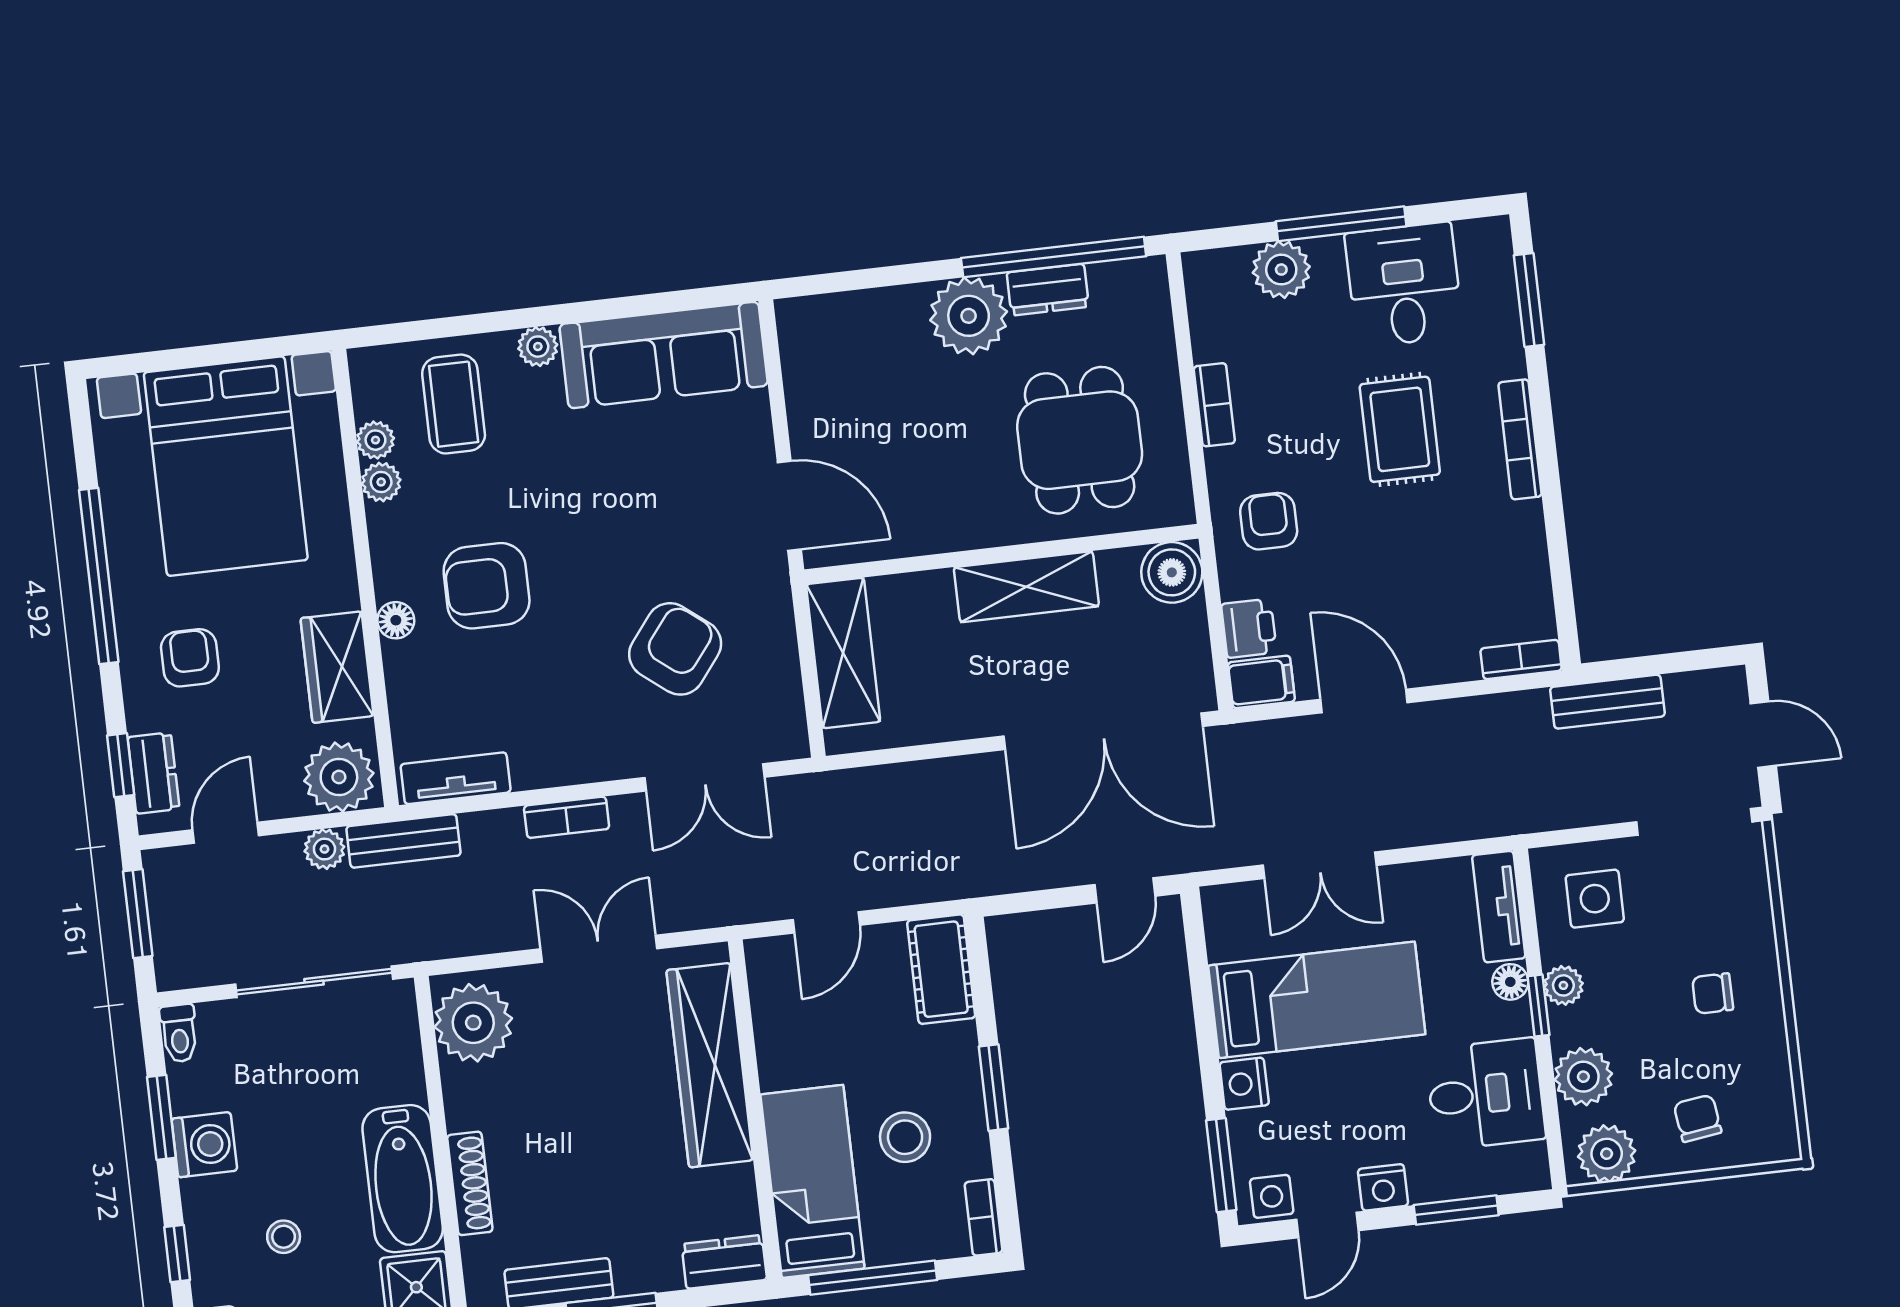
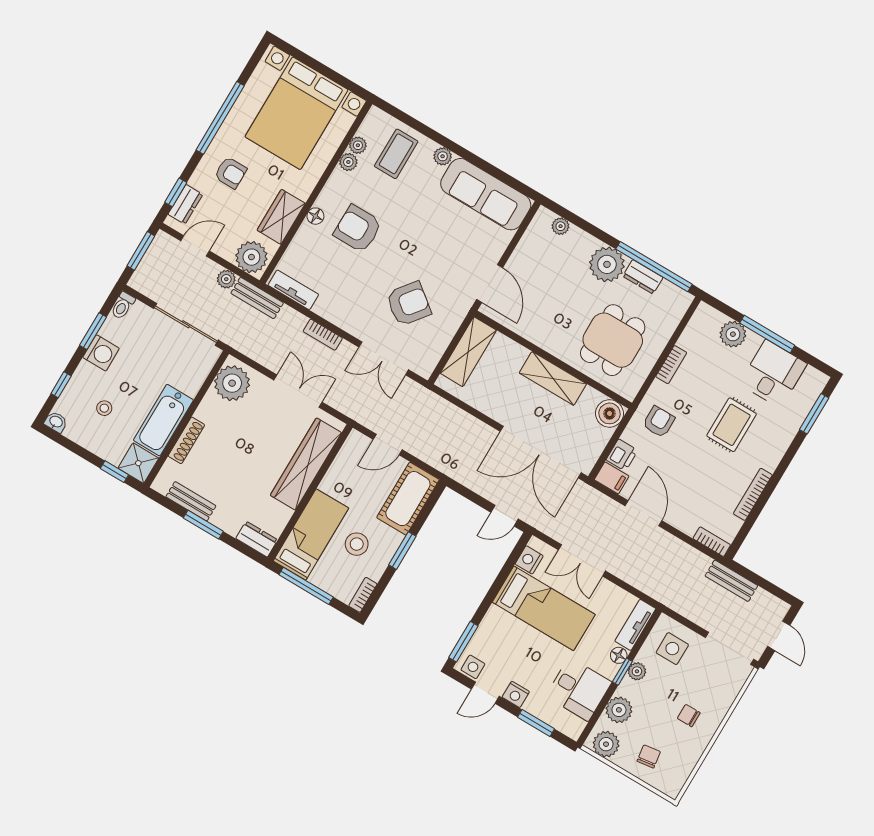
plant: (837, 311) -> (561, 226), added
bookcase: (1520, 439) -> (753, 494), moved
armchair: (190, 658) -> (231, 173), turned 90
cot: (941, 969) -> (408, 499), width x1.37, depth x1.34
nightstand: (1244, 1084) -> (529, 560), moved

